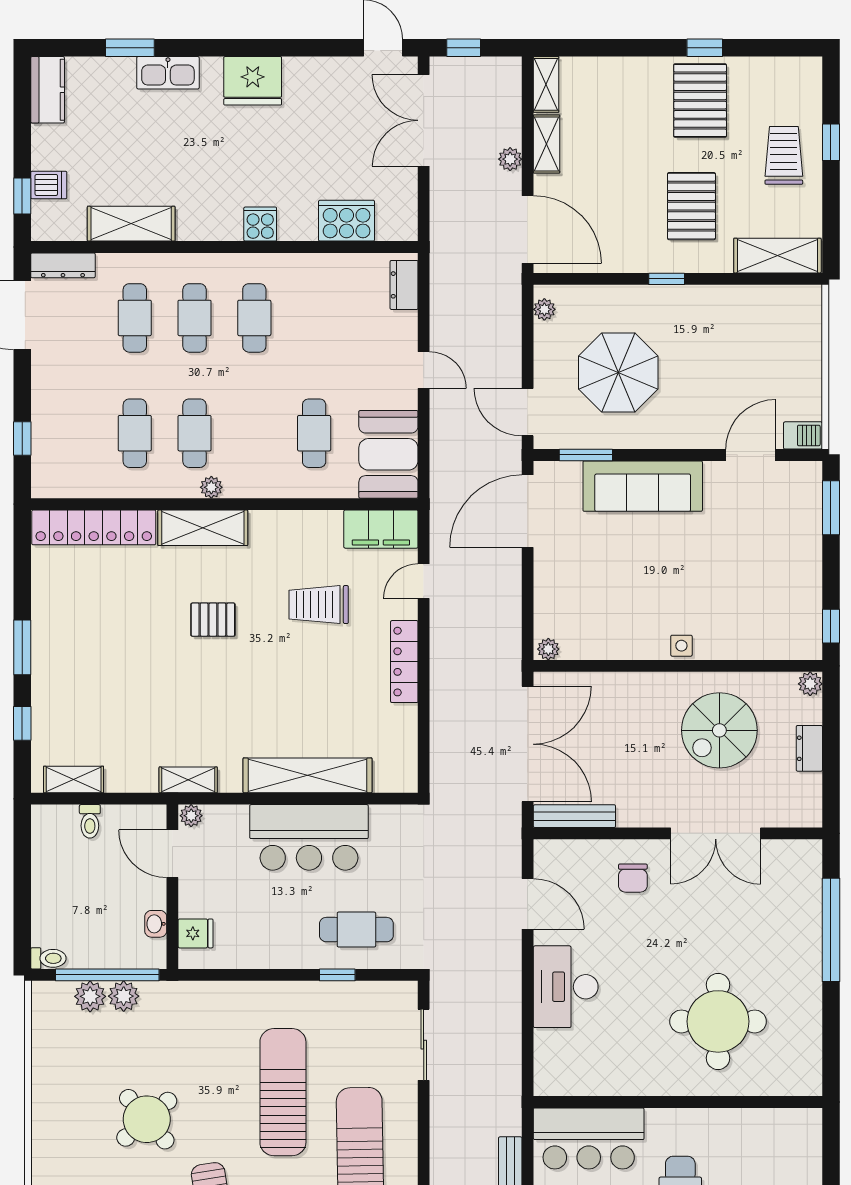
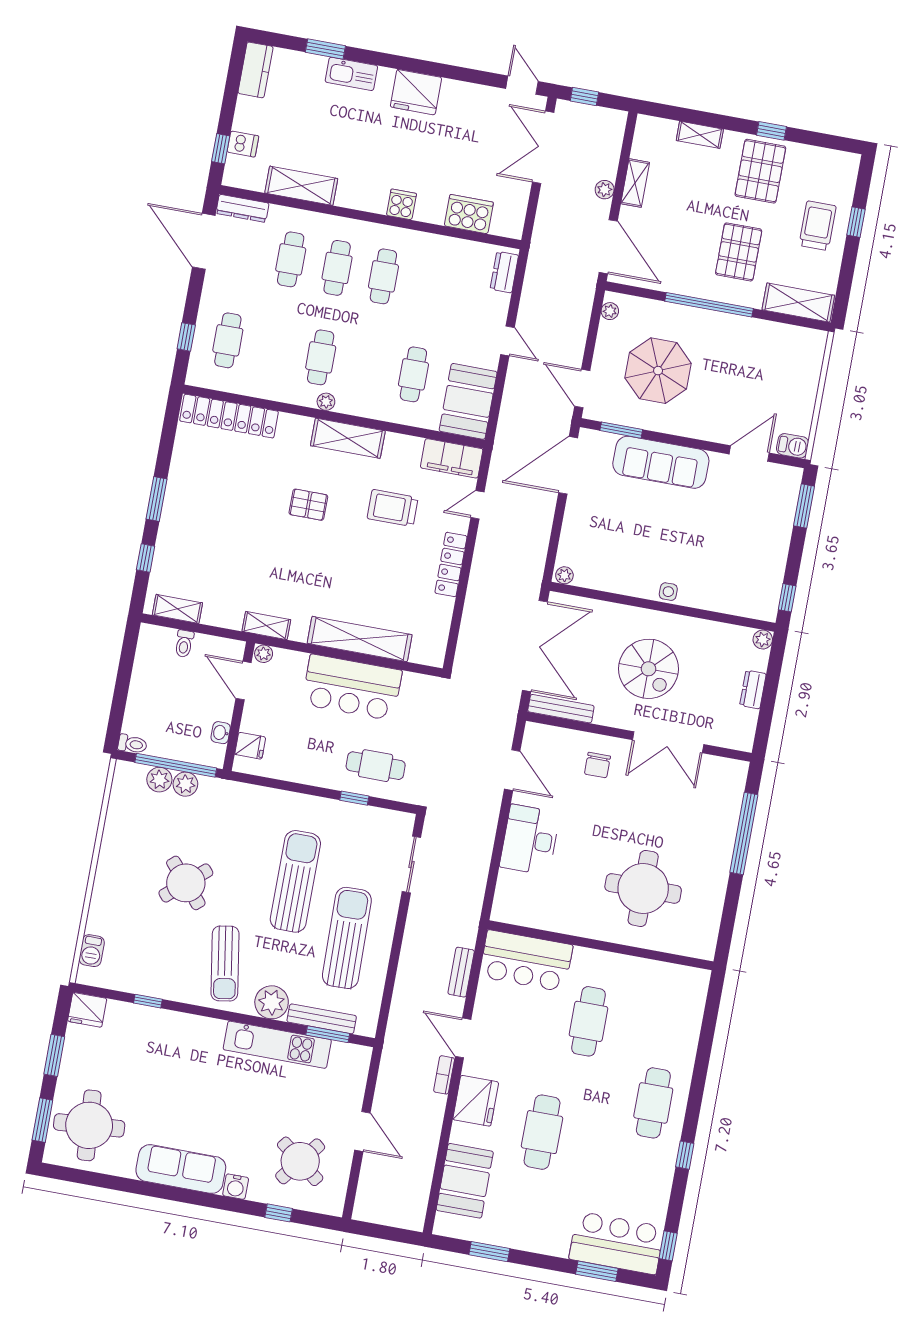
shelving: (546, 84) -> (700, 135), moved, turned 90
window: (667, 279) -> (709, 305), width x3.17
cafe table: (135, 433) -> (228, 340), moved
shelving: (203, 528) -> (348, 438), moved
spiral stairs: (719, 730) -> (649, 669), moved, turned -90

